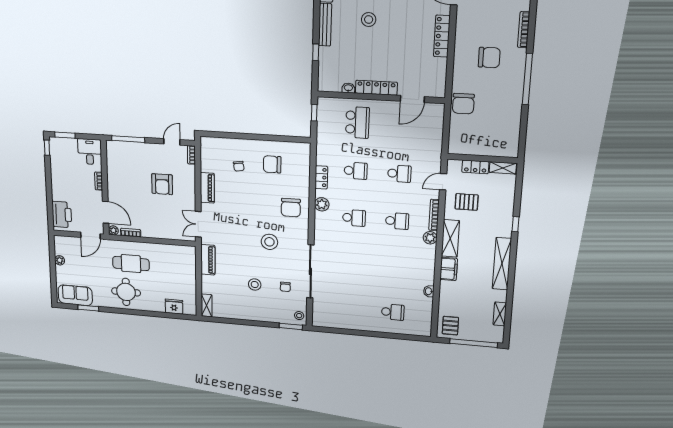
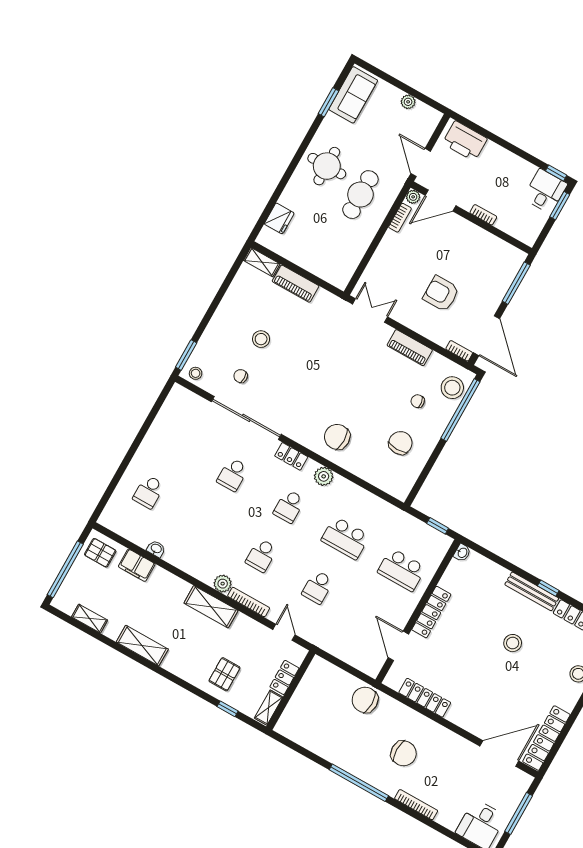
locker: (442, 36) -> (425, 698), moved
window: (316, 52) -> (548, 588), moved
chair: (489, 58) -> (404, 753), turned -90
washbasin: (348, 88) -> (462, 553), moved
window: (229, 135) -> (460, 410), added
door: (172, 142) -> (486, 336), width x1.87
desk: (90, 152) -> (545, 191), moved, turned -90
school desk: (356, 171) -> (345, 538), width x1.85
locker: (321, 177) -> (291, 456), moved
pallet: (467, 202) -> (224, 674), moved
window: (516, 224) -> (228, 709), moved
stool: (269, 242) -> (452, 388), moved
piano: (208, 260) -> (296, 284), moved
school desk: (352, 264) -> (233, 474), added
shelving: (502, 264) -> (142, 646), width x0.68
filing cabinet: (449, 269) -> (137, 565), moved

